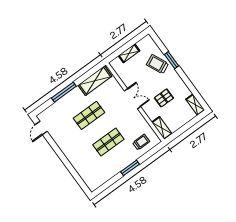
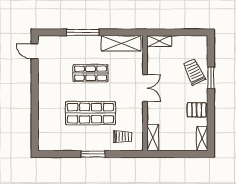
shelving: (129, 53) -> (159, 41), moved
pallet: (164, 98) -> (197, 110), moved
door: (41, 128) -> (35, 51), hinge flipped
shop shelf: (108, 142) -> (90, 113), width x1.43, depth x1.36

